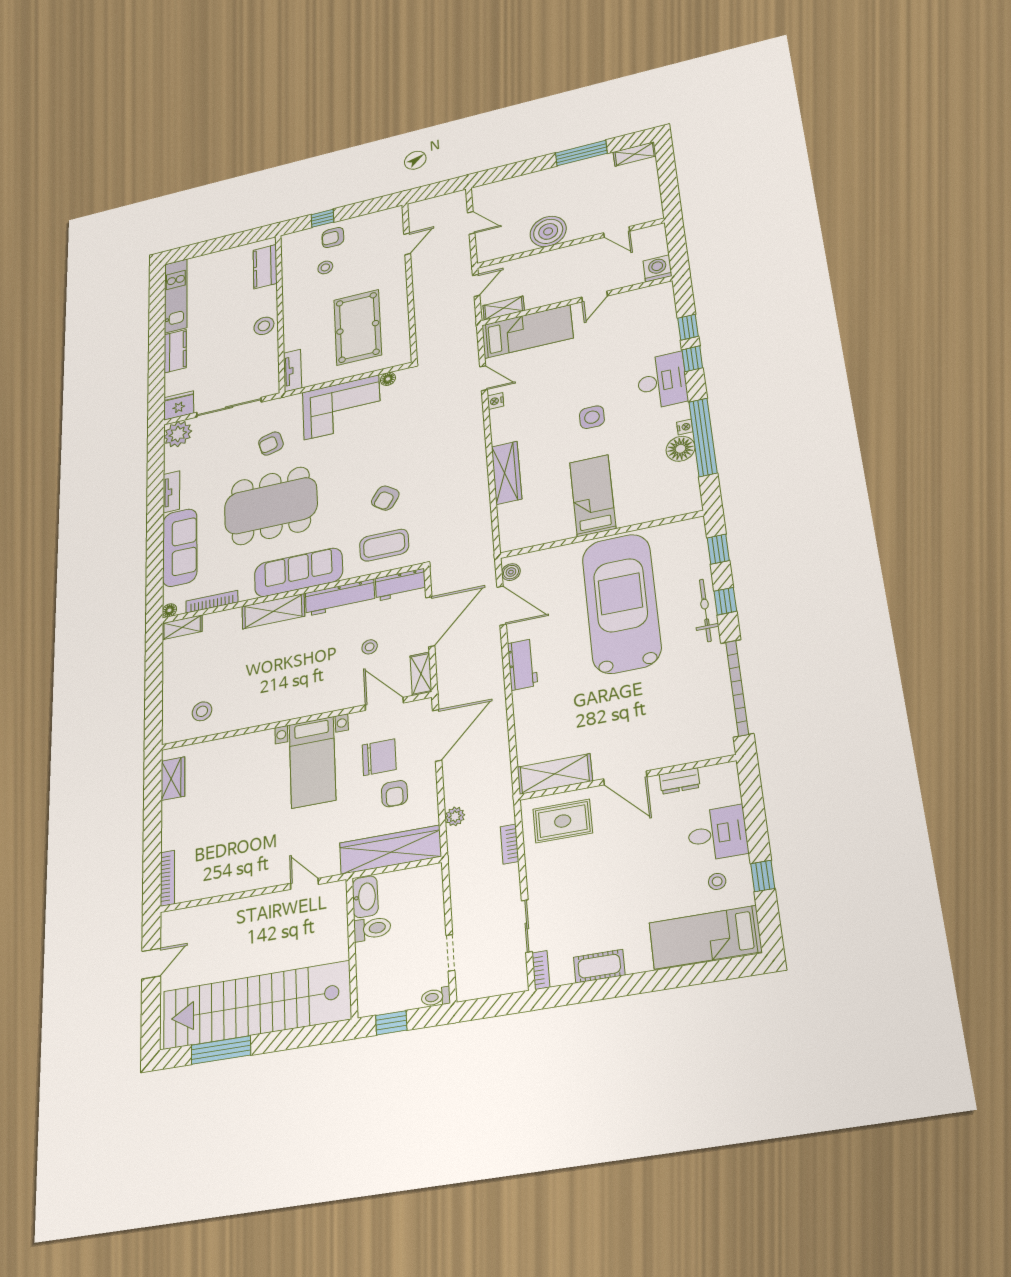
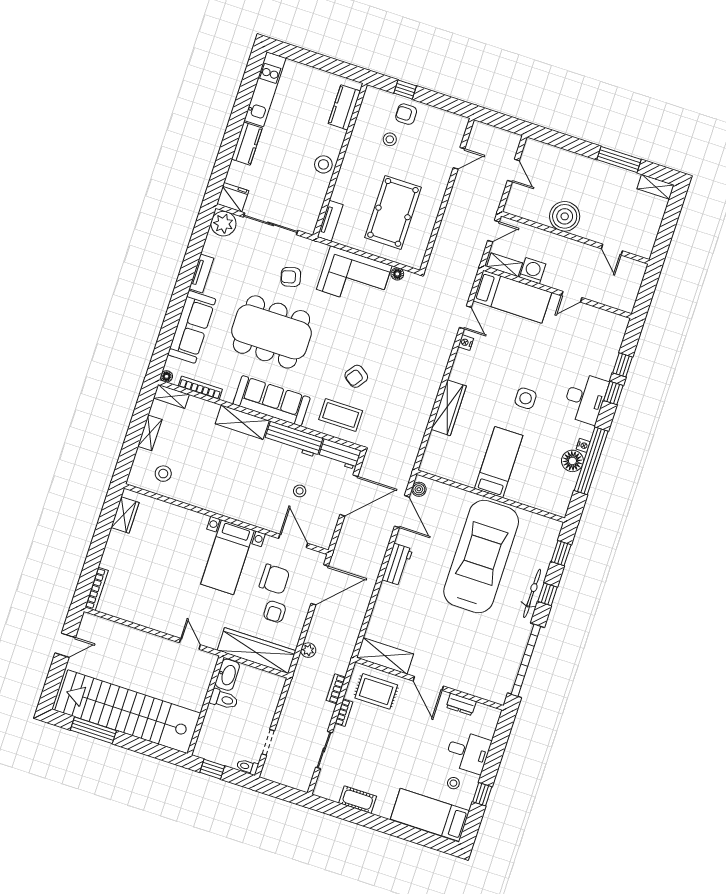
washing machine: (657, 268) -> (533, 271), moved
shelving: (421, 674) -> (150, 433), moved
bookcase: (541, 970) -> (344, 713), moved

